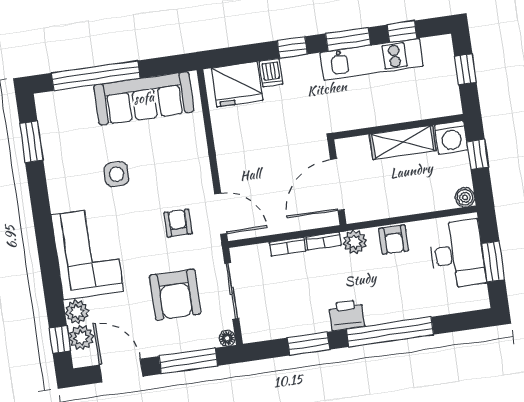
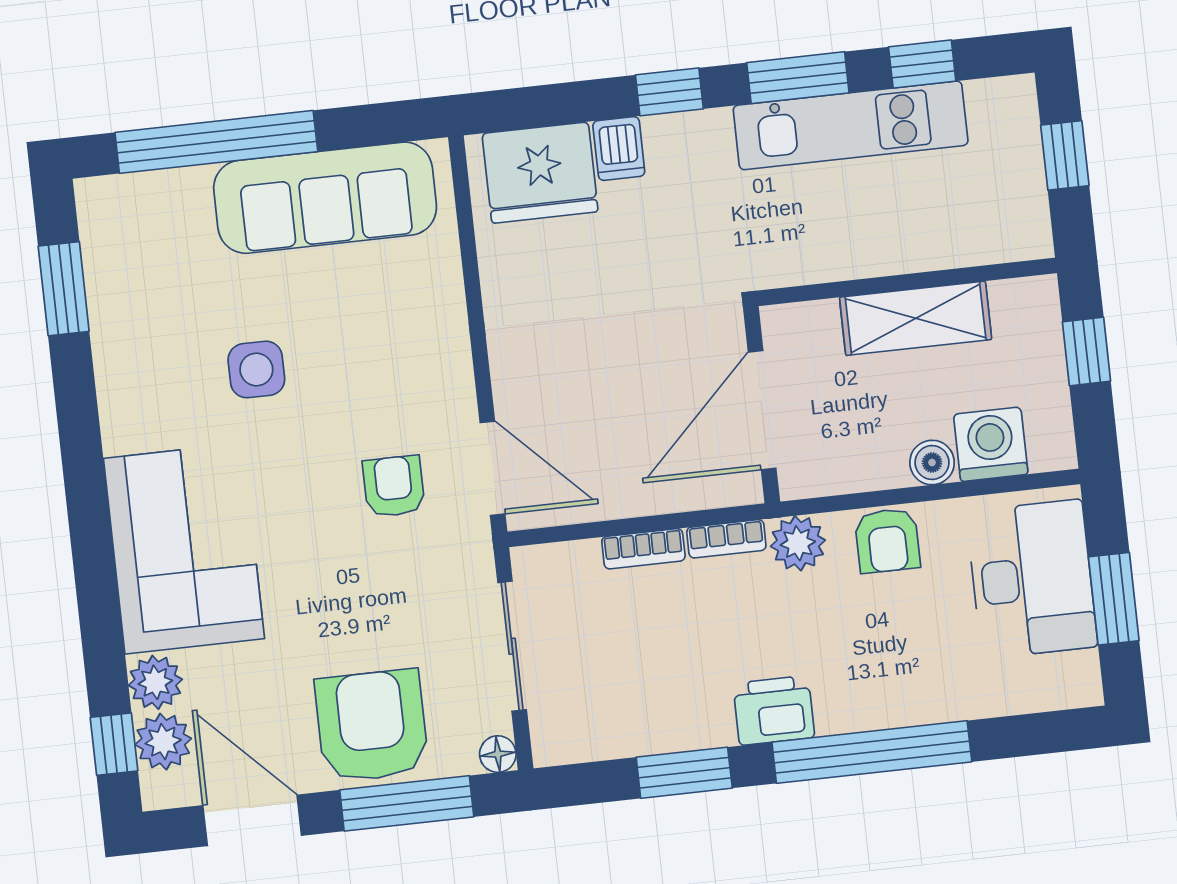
washing machine: (451, 137) -> (991, 444), moved, turned 180
boiler: (465, 197) -> (932, 463), moved
armchair: (175, 295) -> (372, 726), moved, turned 180

